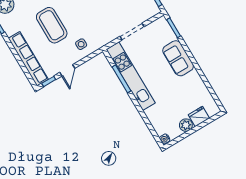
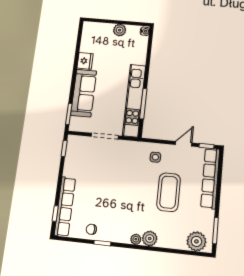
sofa: (178, 58) -> (84, 93), width x1.36
fridge: (199, 116) -> (85, 61), moved, turned -90

